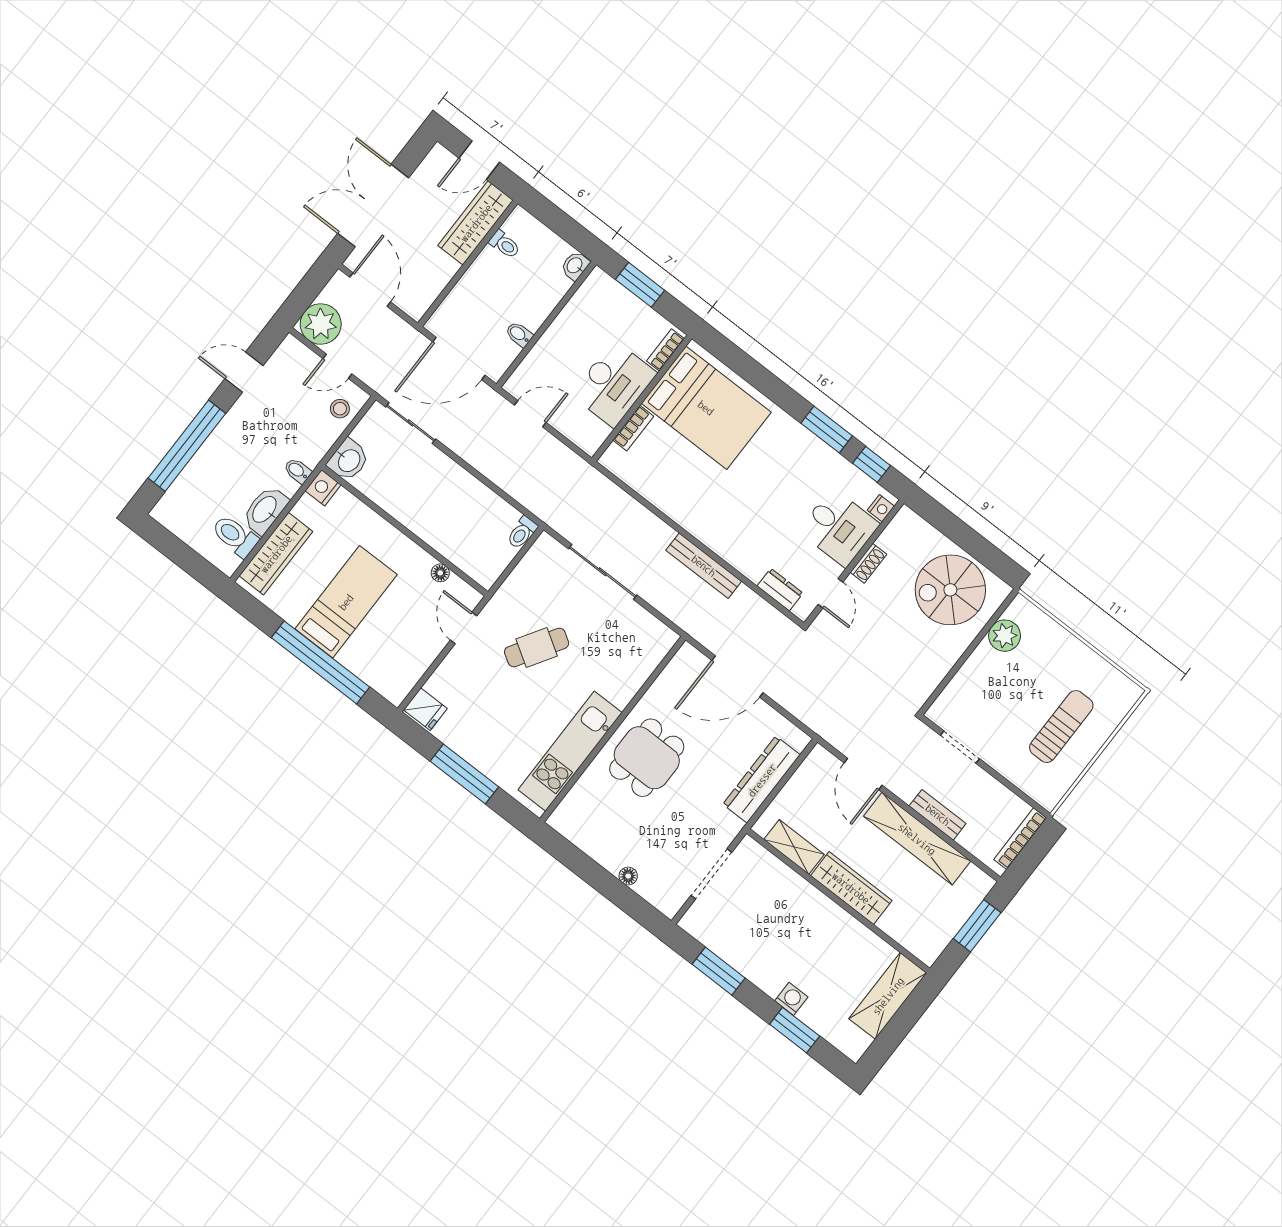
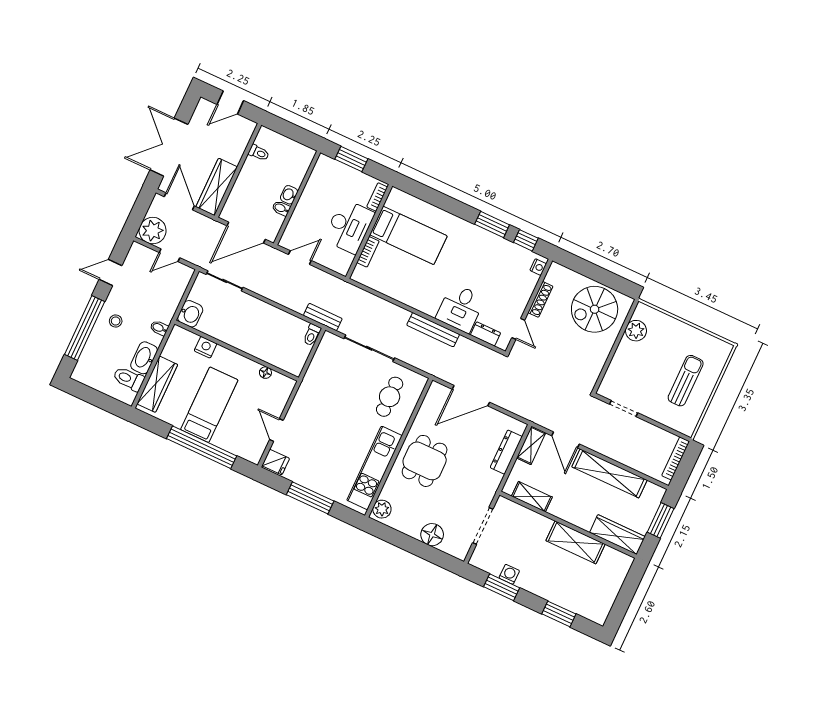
wardrobe: (476, 223) -> (217, 187), moved
washbasin: (575, 266) -> (289, 195), moved
bed: (706, 408) -> (408, 235), width x0.67
stool: (340, 409) -> (116, 321), moved
nightstand: (323, 488) -> (206, 347), moved, turned 90
desk: (839, 528) -> (460, 308), moved, turned 90
shoe rack: (868, 563) -> (540, 299), width x1.43
door: (464, 628) -> (276, 430), moved
cafe table: (537, 648) -> (390, 397), moved, turned -32
shelving: (810, 771) -> (531, 445), added
dresser: (762, 780) -> (506, 452), width x0.73, depth x0.80
plant: (567, 815) -> (382, 509), added
bench: (938, 815) -> (323, 317), moved
floor lamp: (628, 876) -> (432, 535), width x1.89, depth x1.89
wardrobe: (851, 888) -> (617, 535), moved
shelving: (888, 996) -> (576, 542), moved, turned 90
washing machine: (791, 999) -> (509, 574), moved

